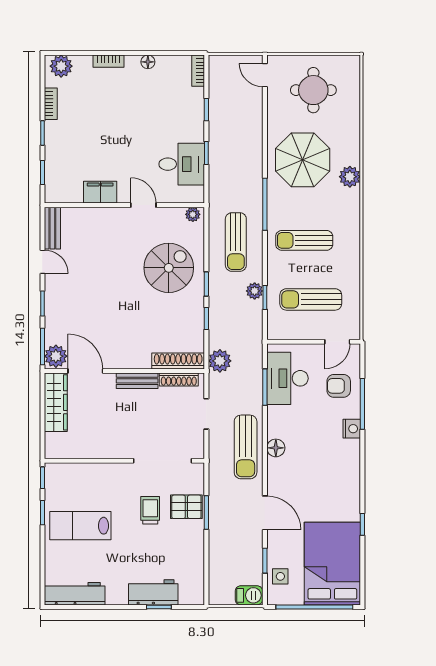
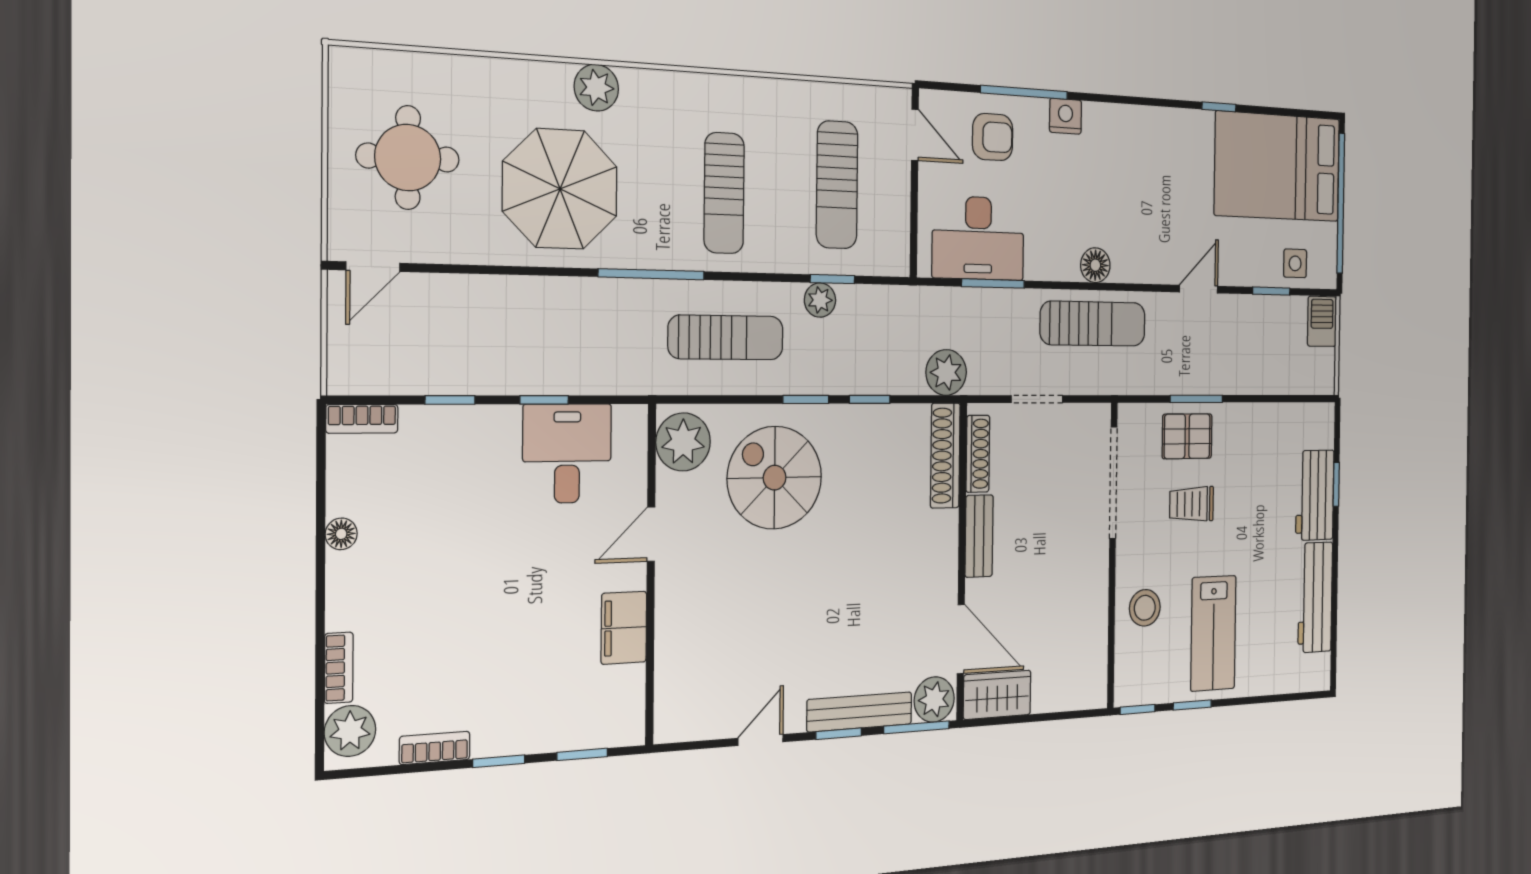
bookcase: (109, 61) -> (339, 668), moved
plant: (193, 214) -> (683, 442), width x1.88, depth x1.88
bench: (52, 228) -> (860, 712), moved, width x1.36
door: (85, 371) -> (961, 639), swing flipped
armchair: (339, 386) -> (993, 137), turned -90
wardrobe: (56, 402) -> (997, 695), width x0.67
stool: (96, 481) -> (1145, 608), added
pallet: (186, 507) -> (1187, 436), turned 90
door: (265, 513) -> (1199, 289), width x0.73
workbench: (75, 594) -> (1315, 597), moved

